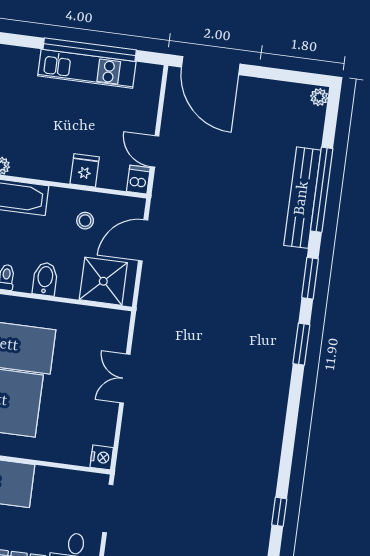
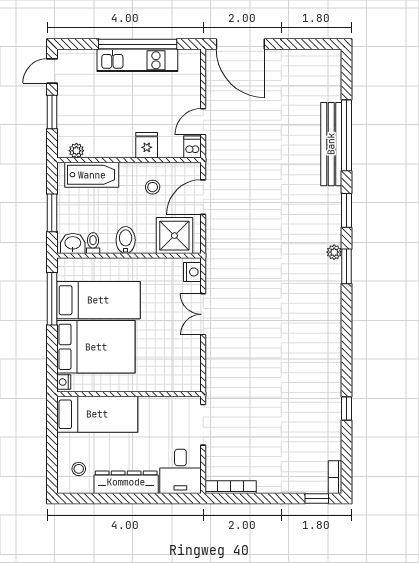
plant: (319, 97) -> (334, 252), moved
door: (155, 151) -> (203, 122), hinge flipped
nightstand: (102, 457) -> (192, 272), moved

